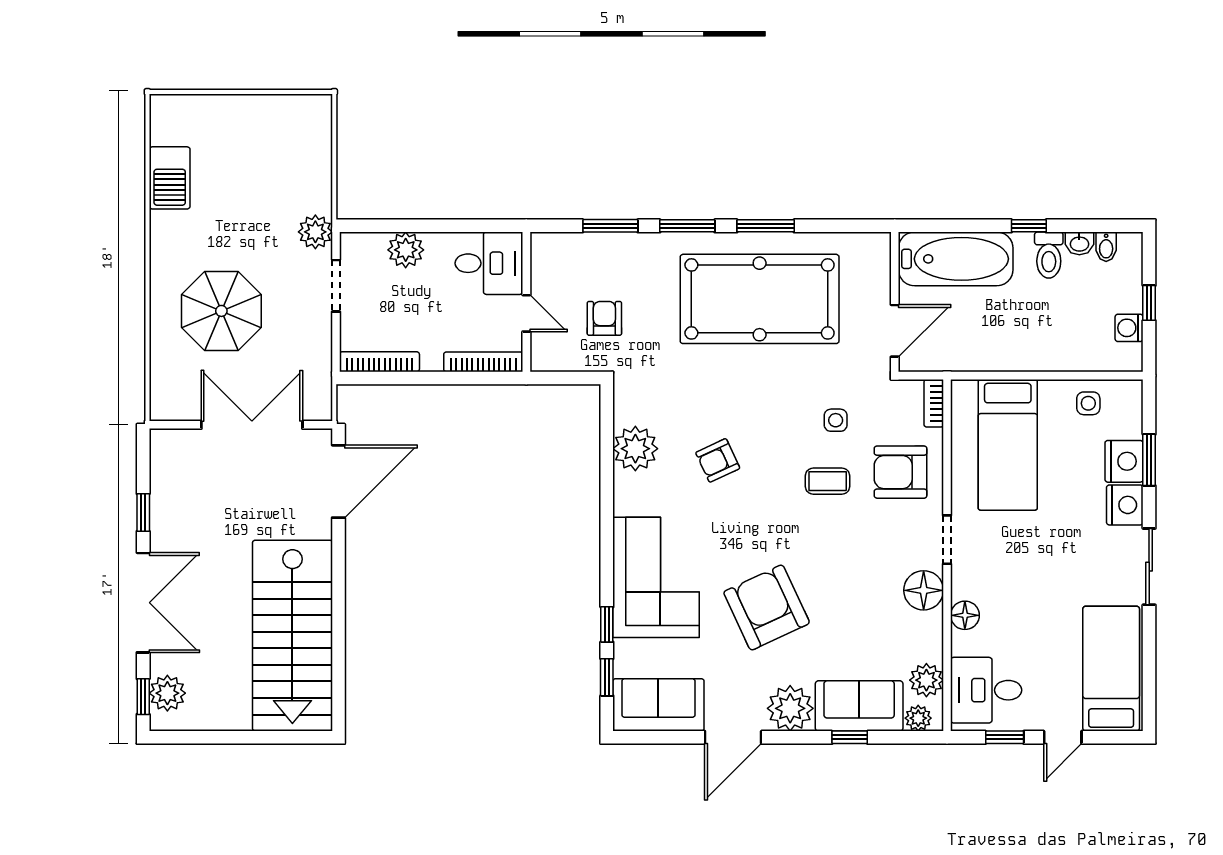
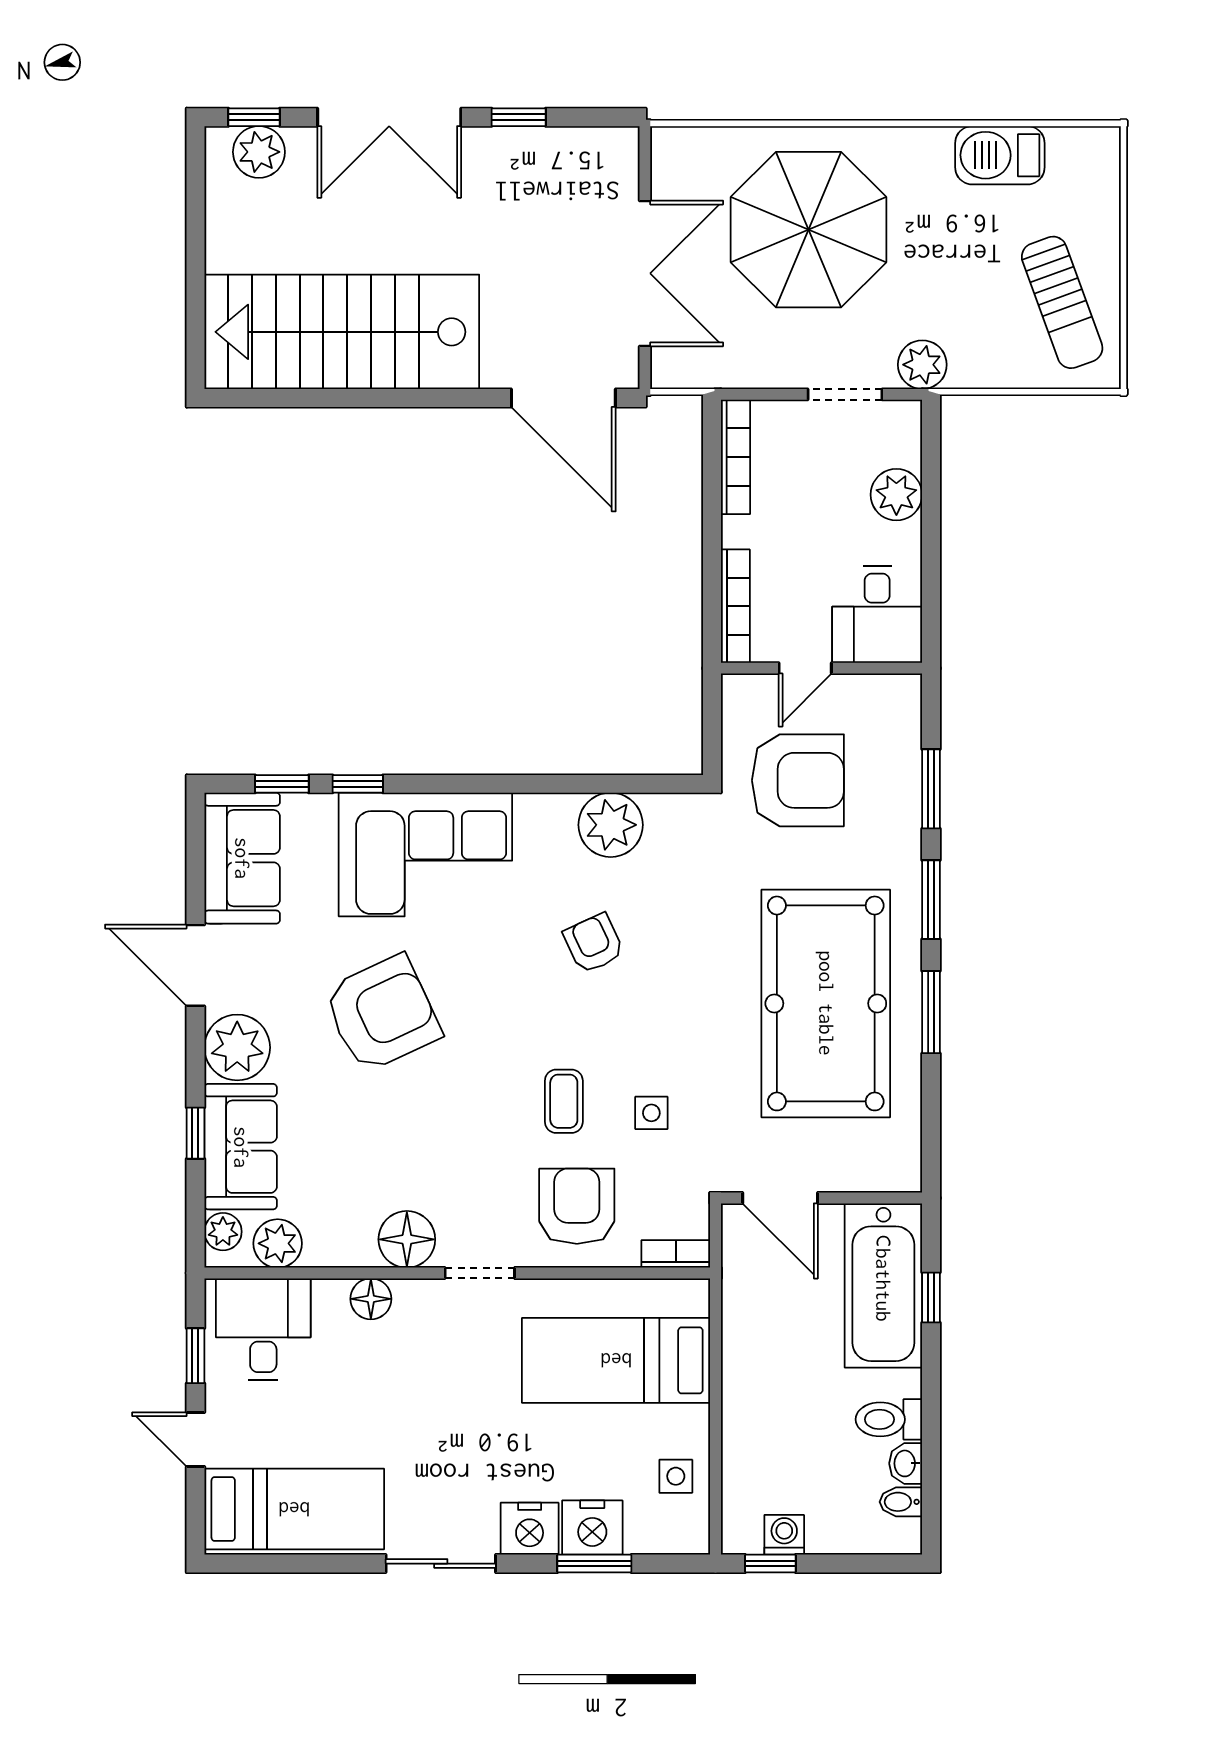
sun lounger: (272, 135) -> (1062, 302), added
window: (1029, 226) -> (931, 1298), moved
window: (1149, 303) -> (770, 1564), moved
parasol: (221, 311) -> (809, 230), width x1.36, depth x1.36
armchair: (604, 318) -> (798, 780), width x1.88, depth x1.88

